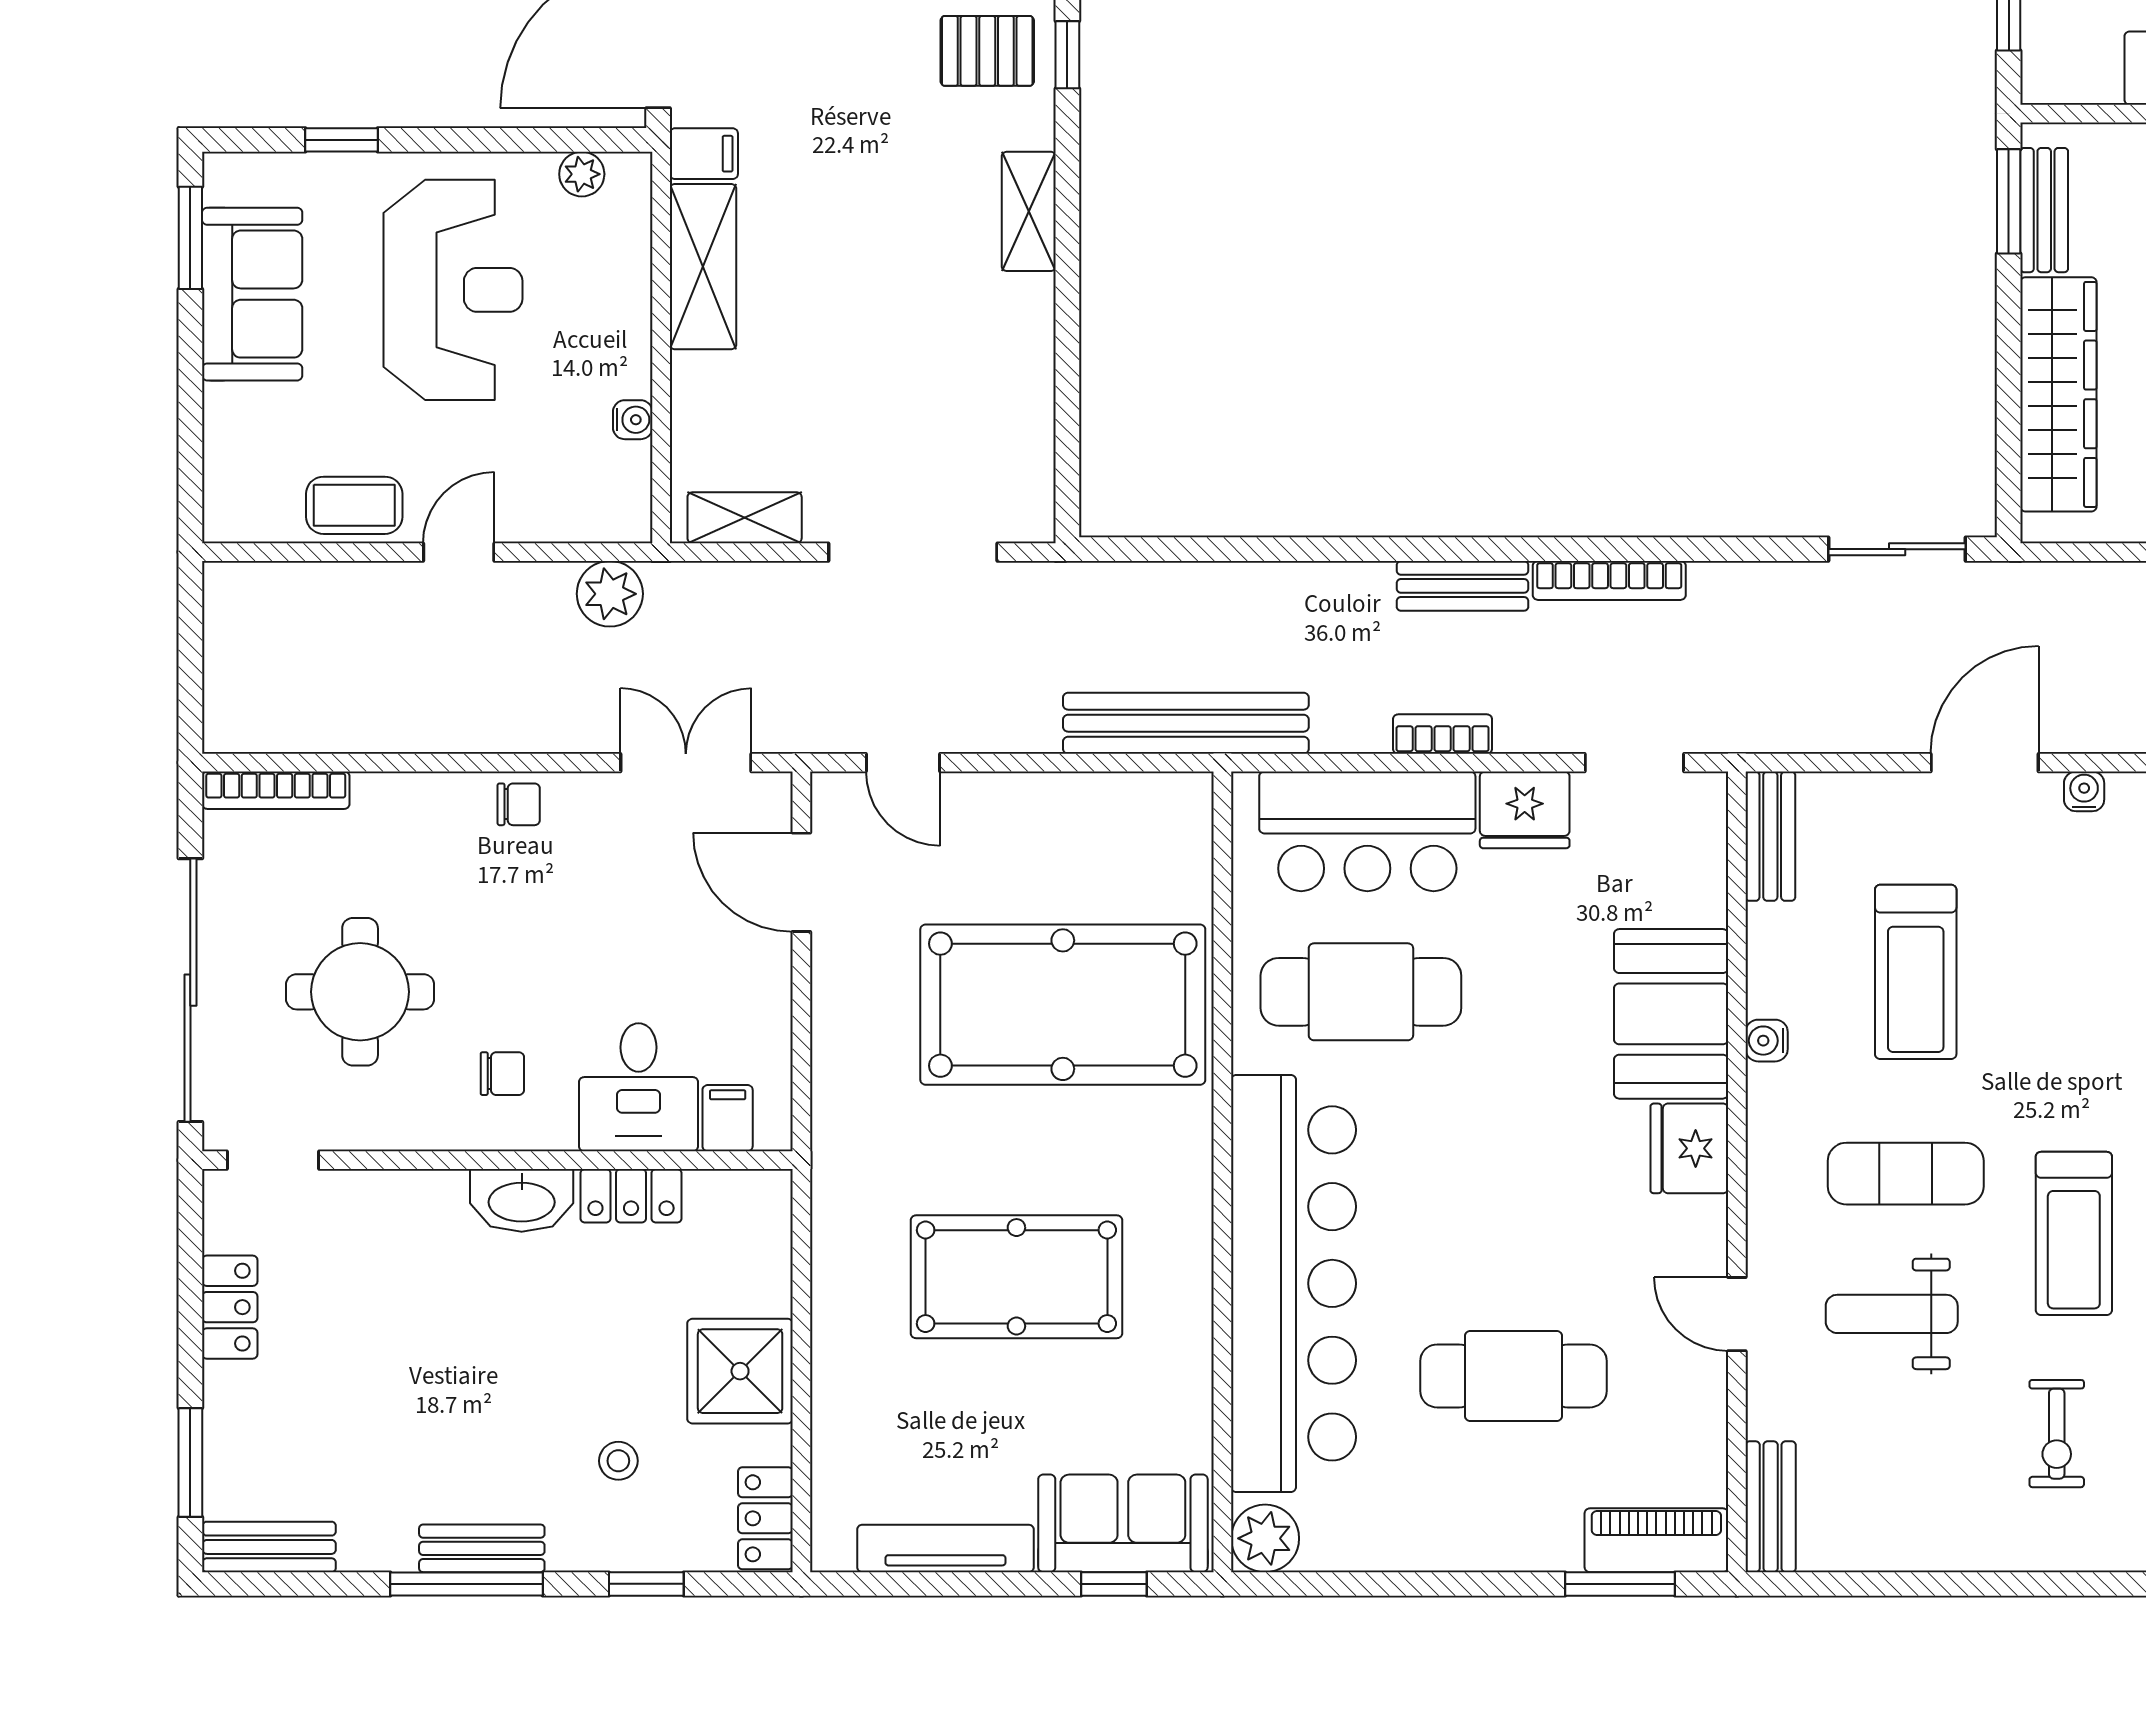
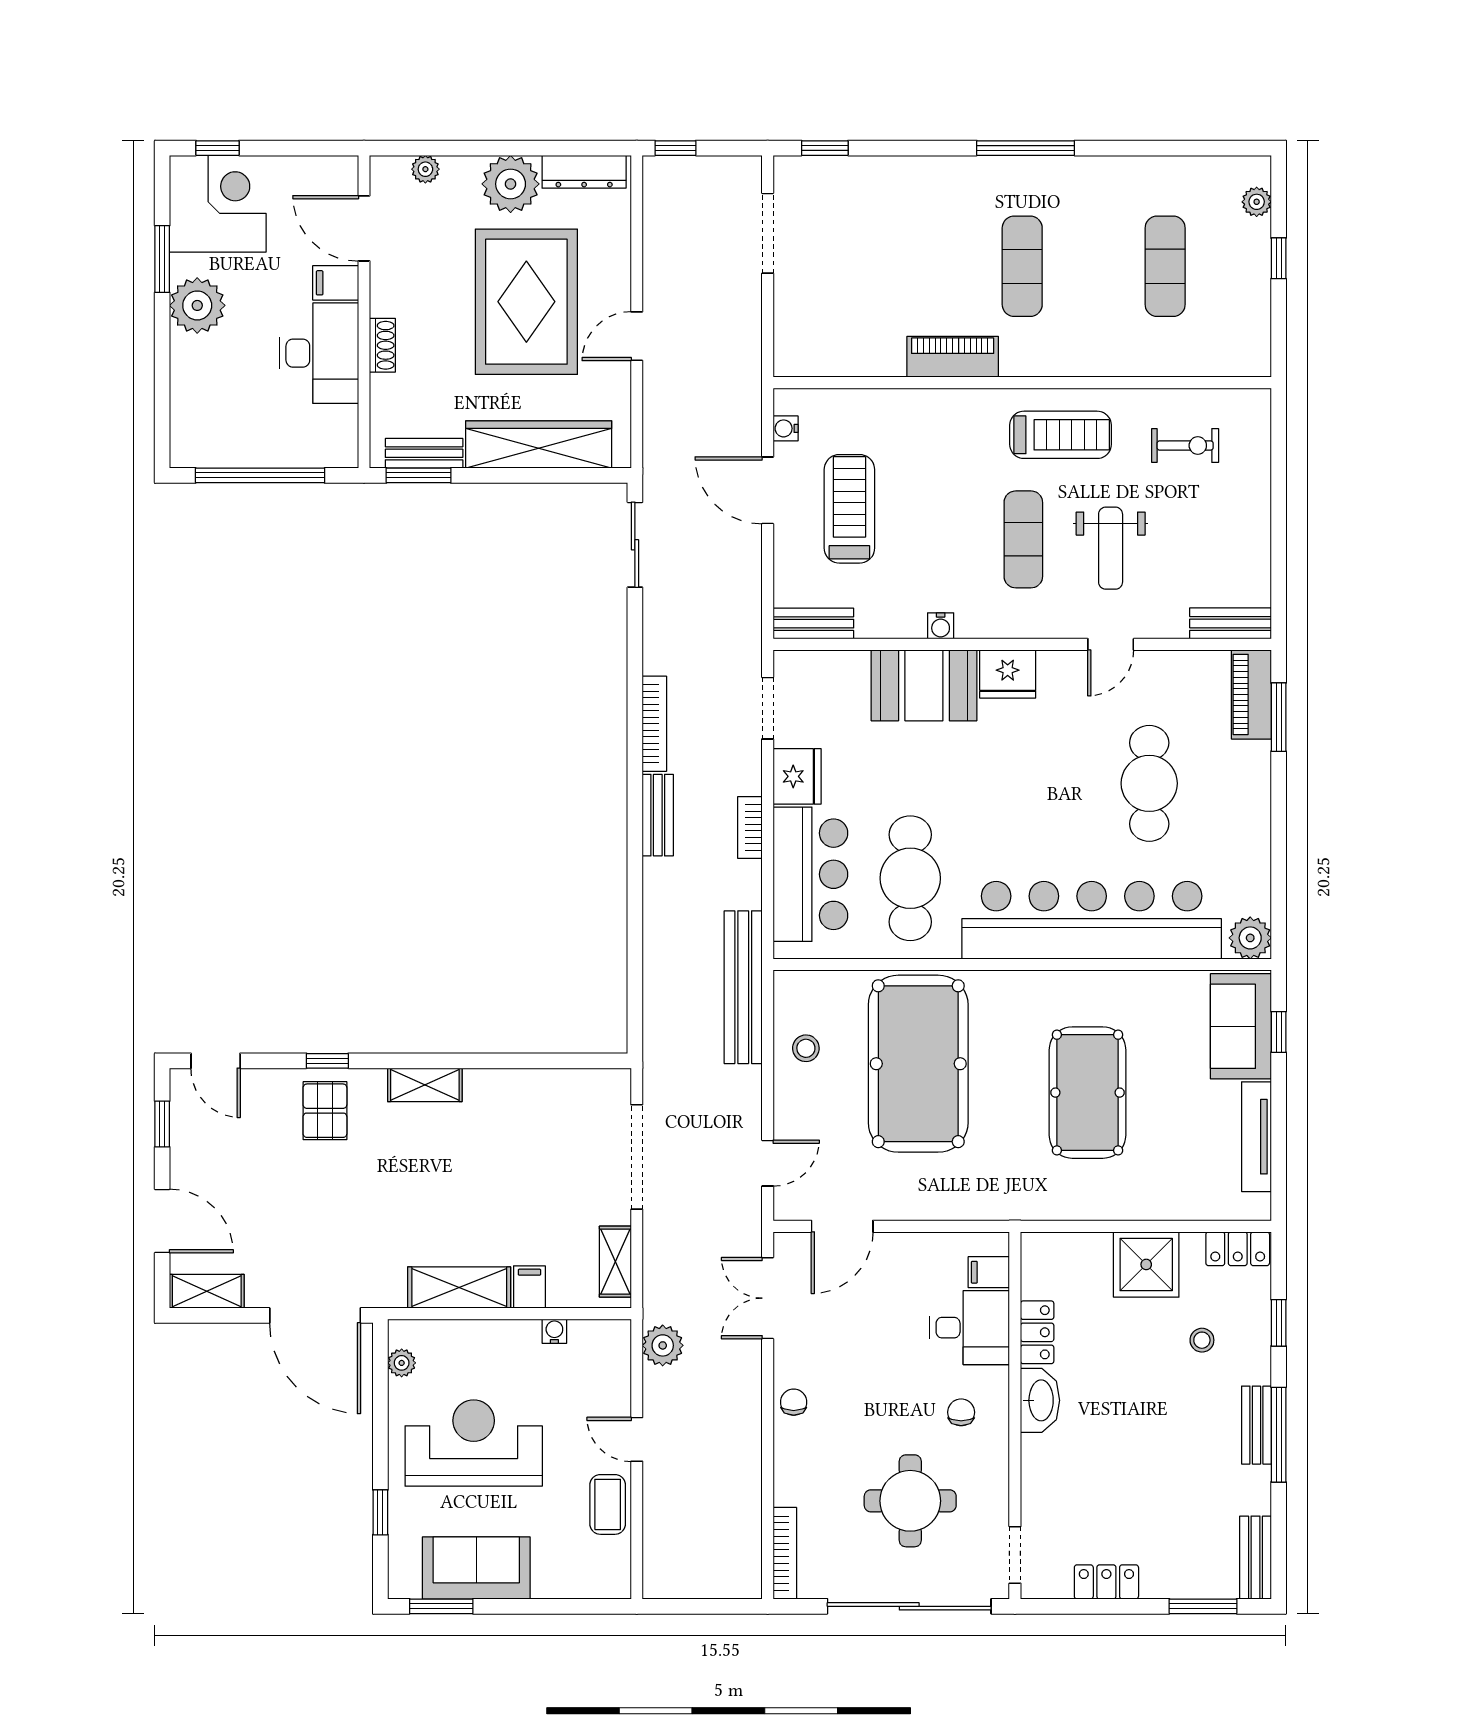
filing cabinet: (704, 154) -> (529, 1287), moved
stool: (1088, 824) -> (806, 1048), added
treadmill: (1916, 972) -> (849, 509), moved, turned -90

